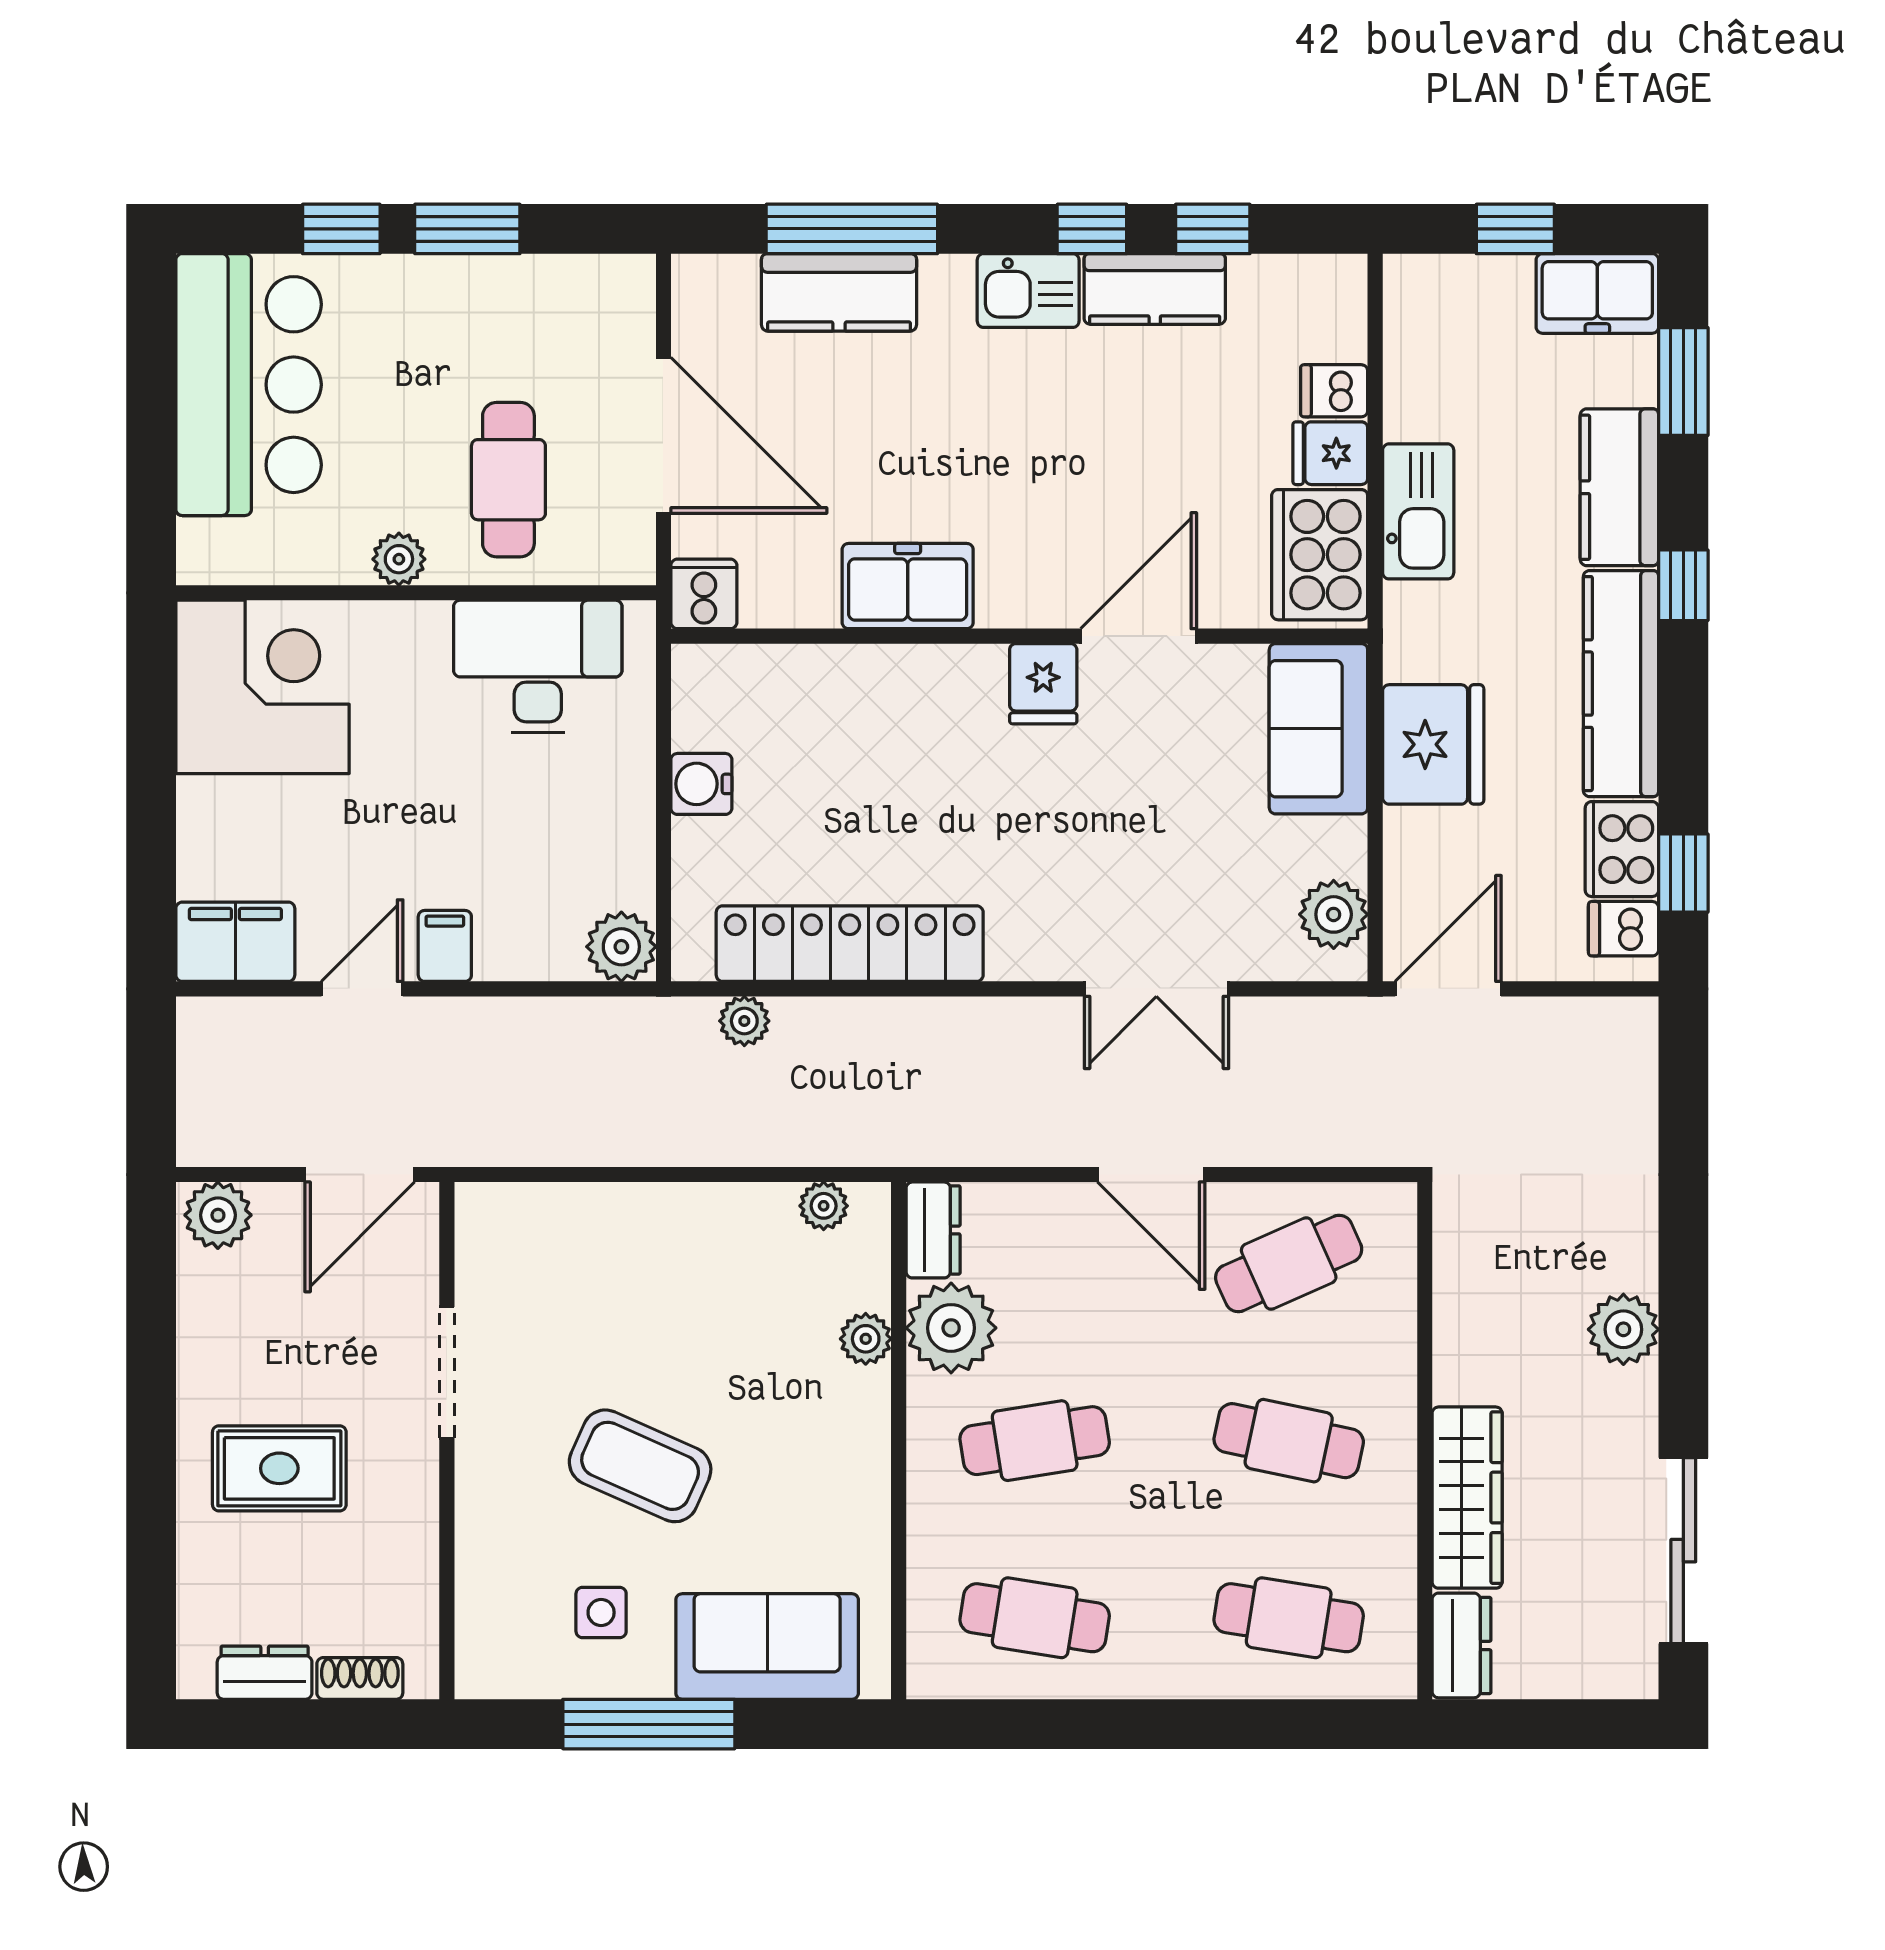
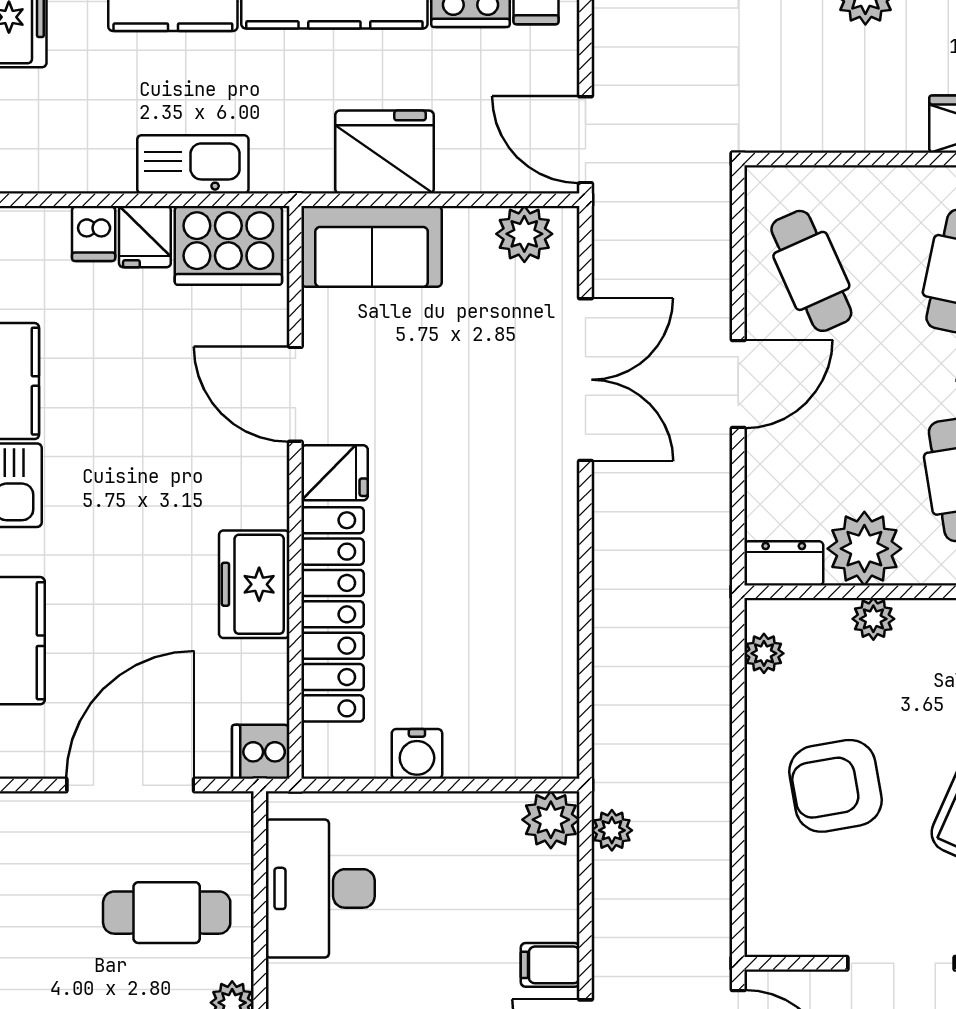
locker: (850, 944) -> (333, 614), moved, turned 180
double door: (1156, 989) -> (585, 380), width x1.37
plant: (744, 1021) -> (612, 830), moved
armchair: (663, 1293) -> (836, 786), added

